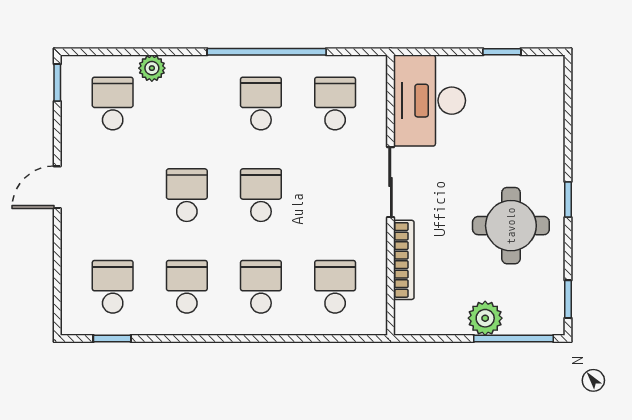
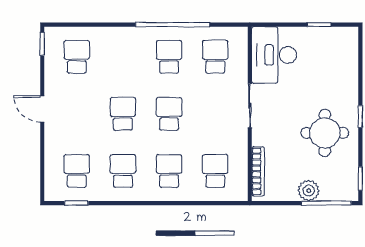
plant: (152, 68) -> (101, 35), removed
door: (57, 187) -> (42, 109), hinge flipped
bookcase: (404, 260) -> (258, 171), moved

